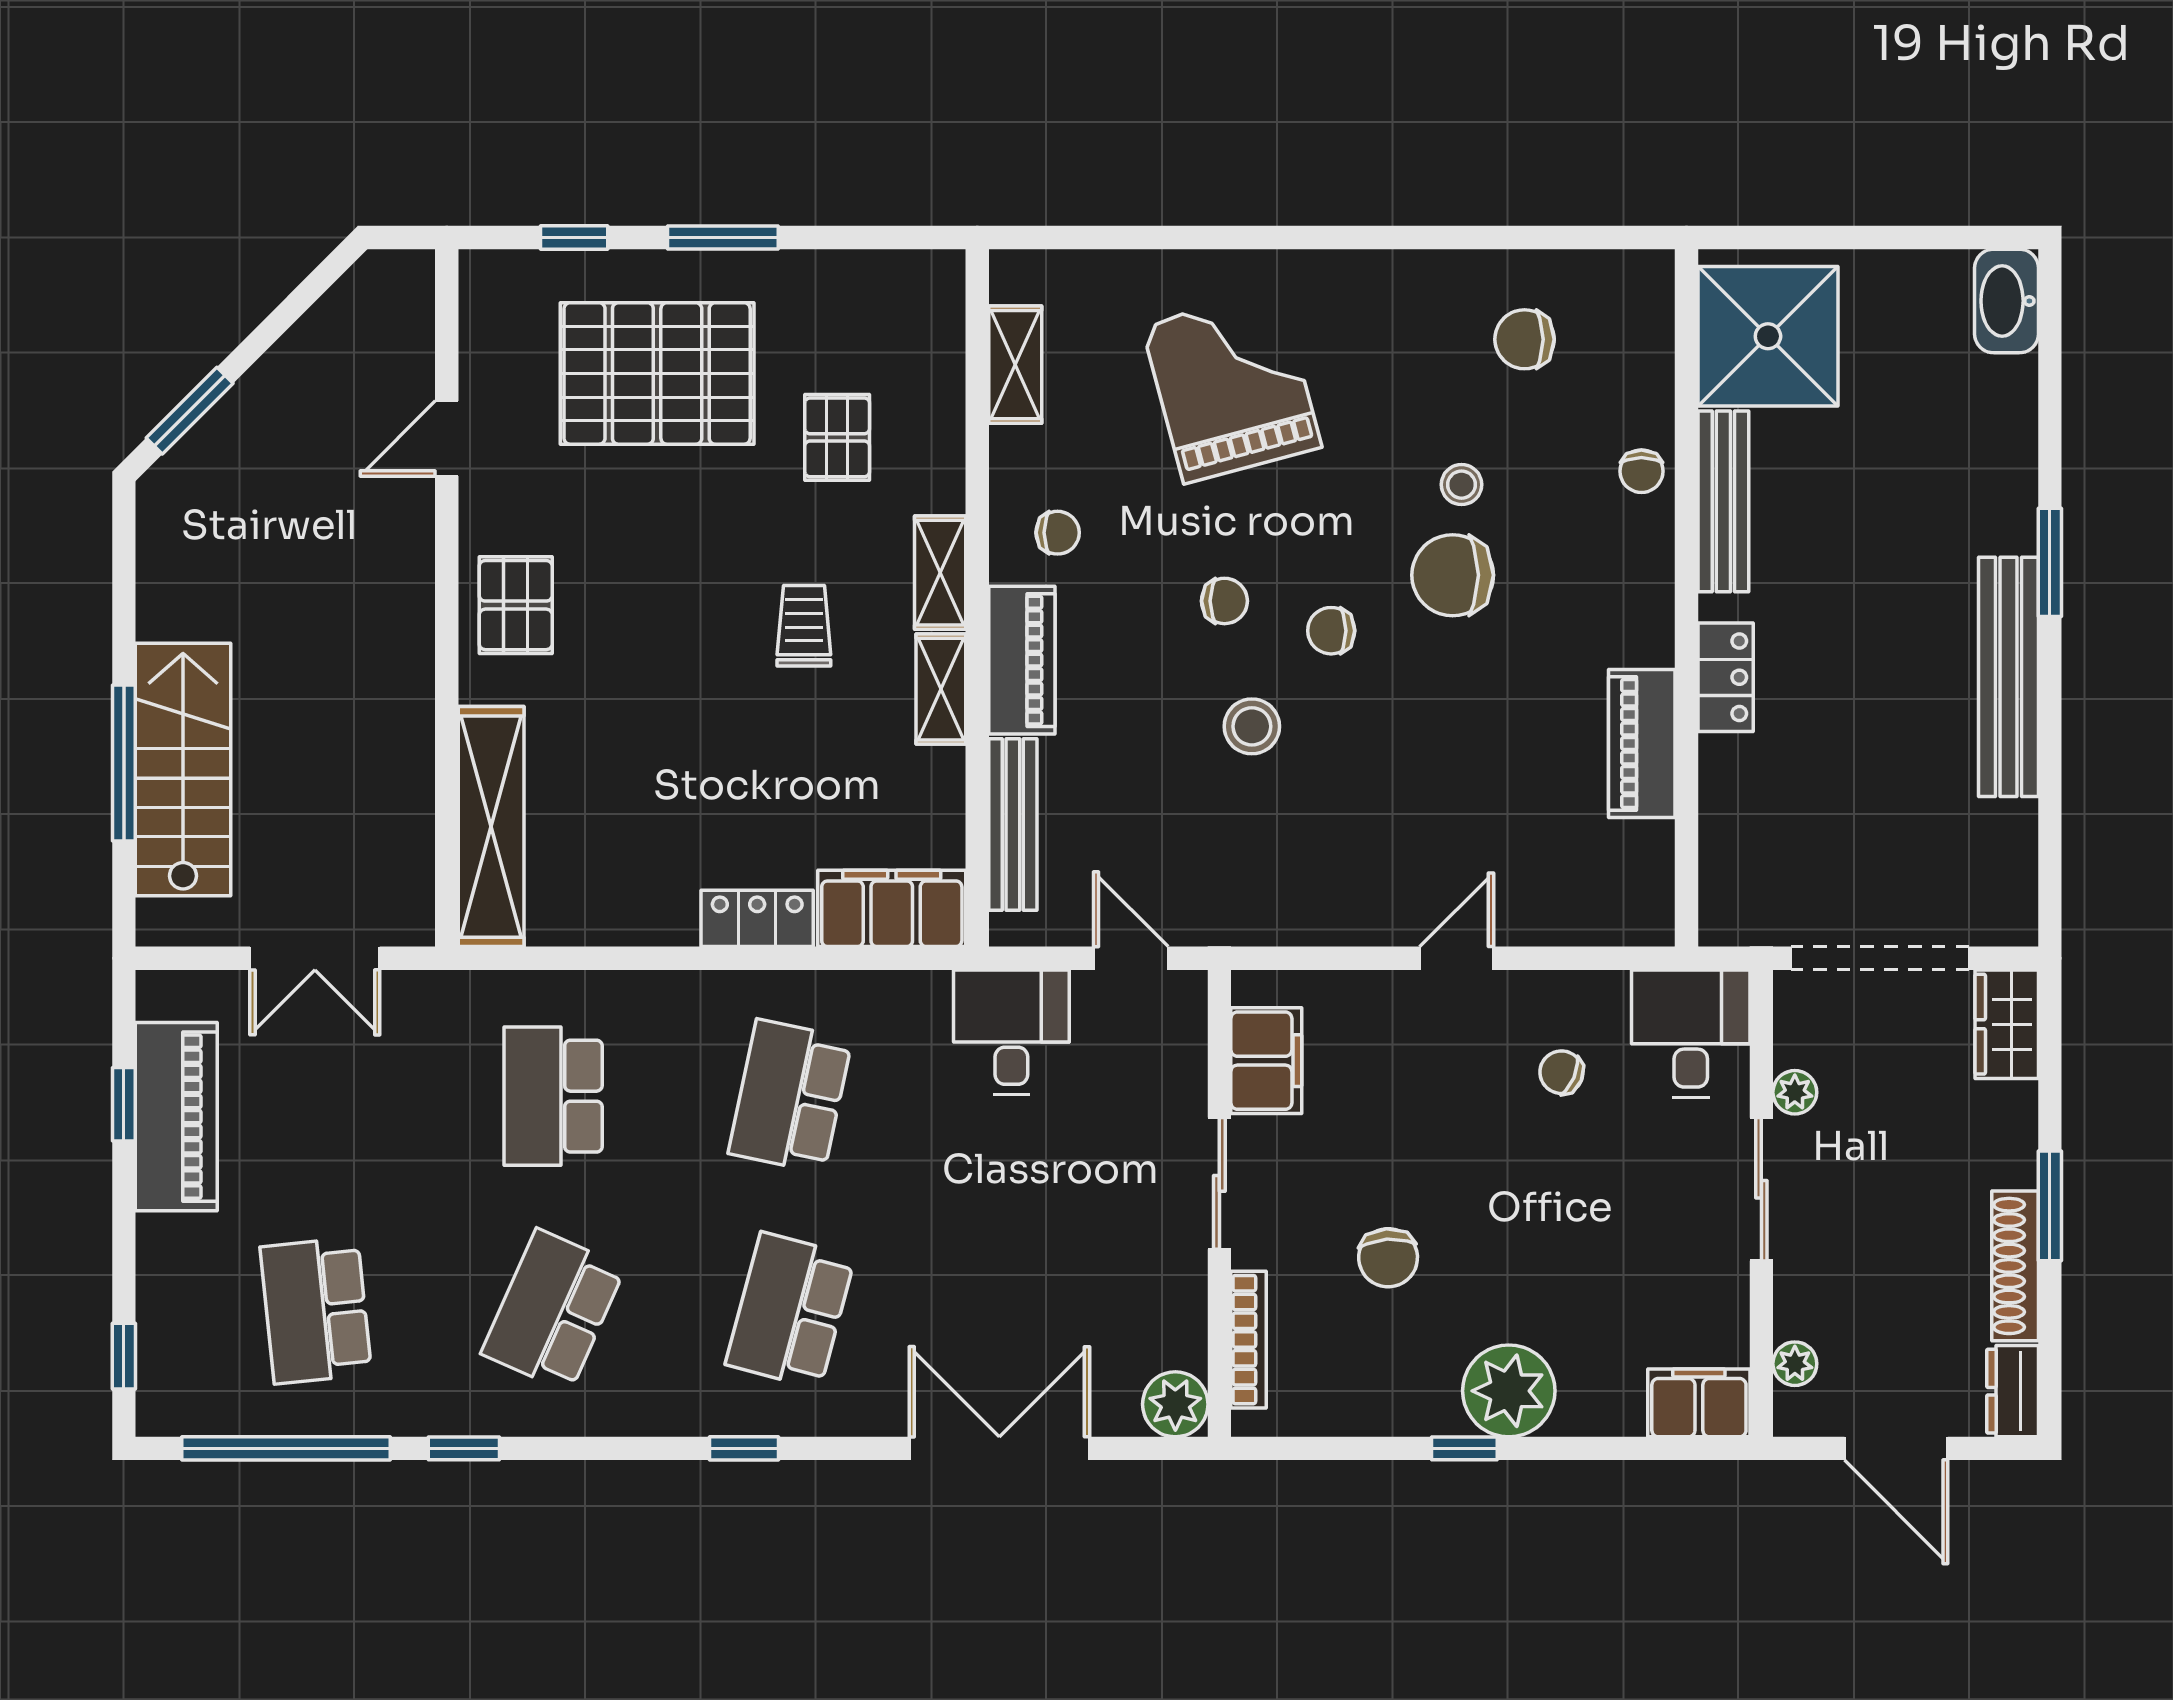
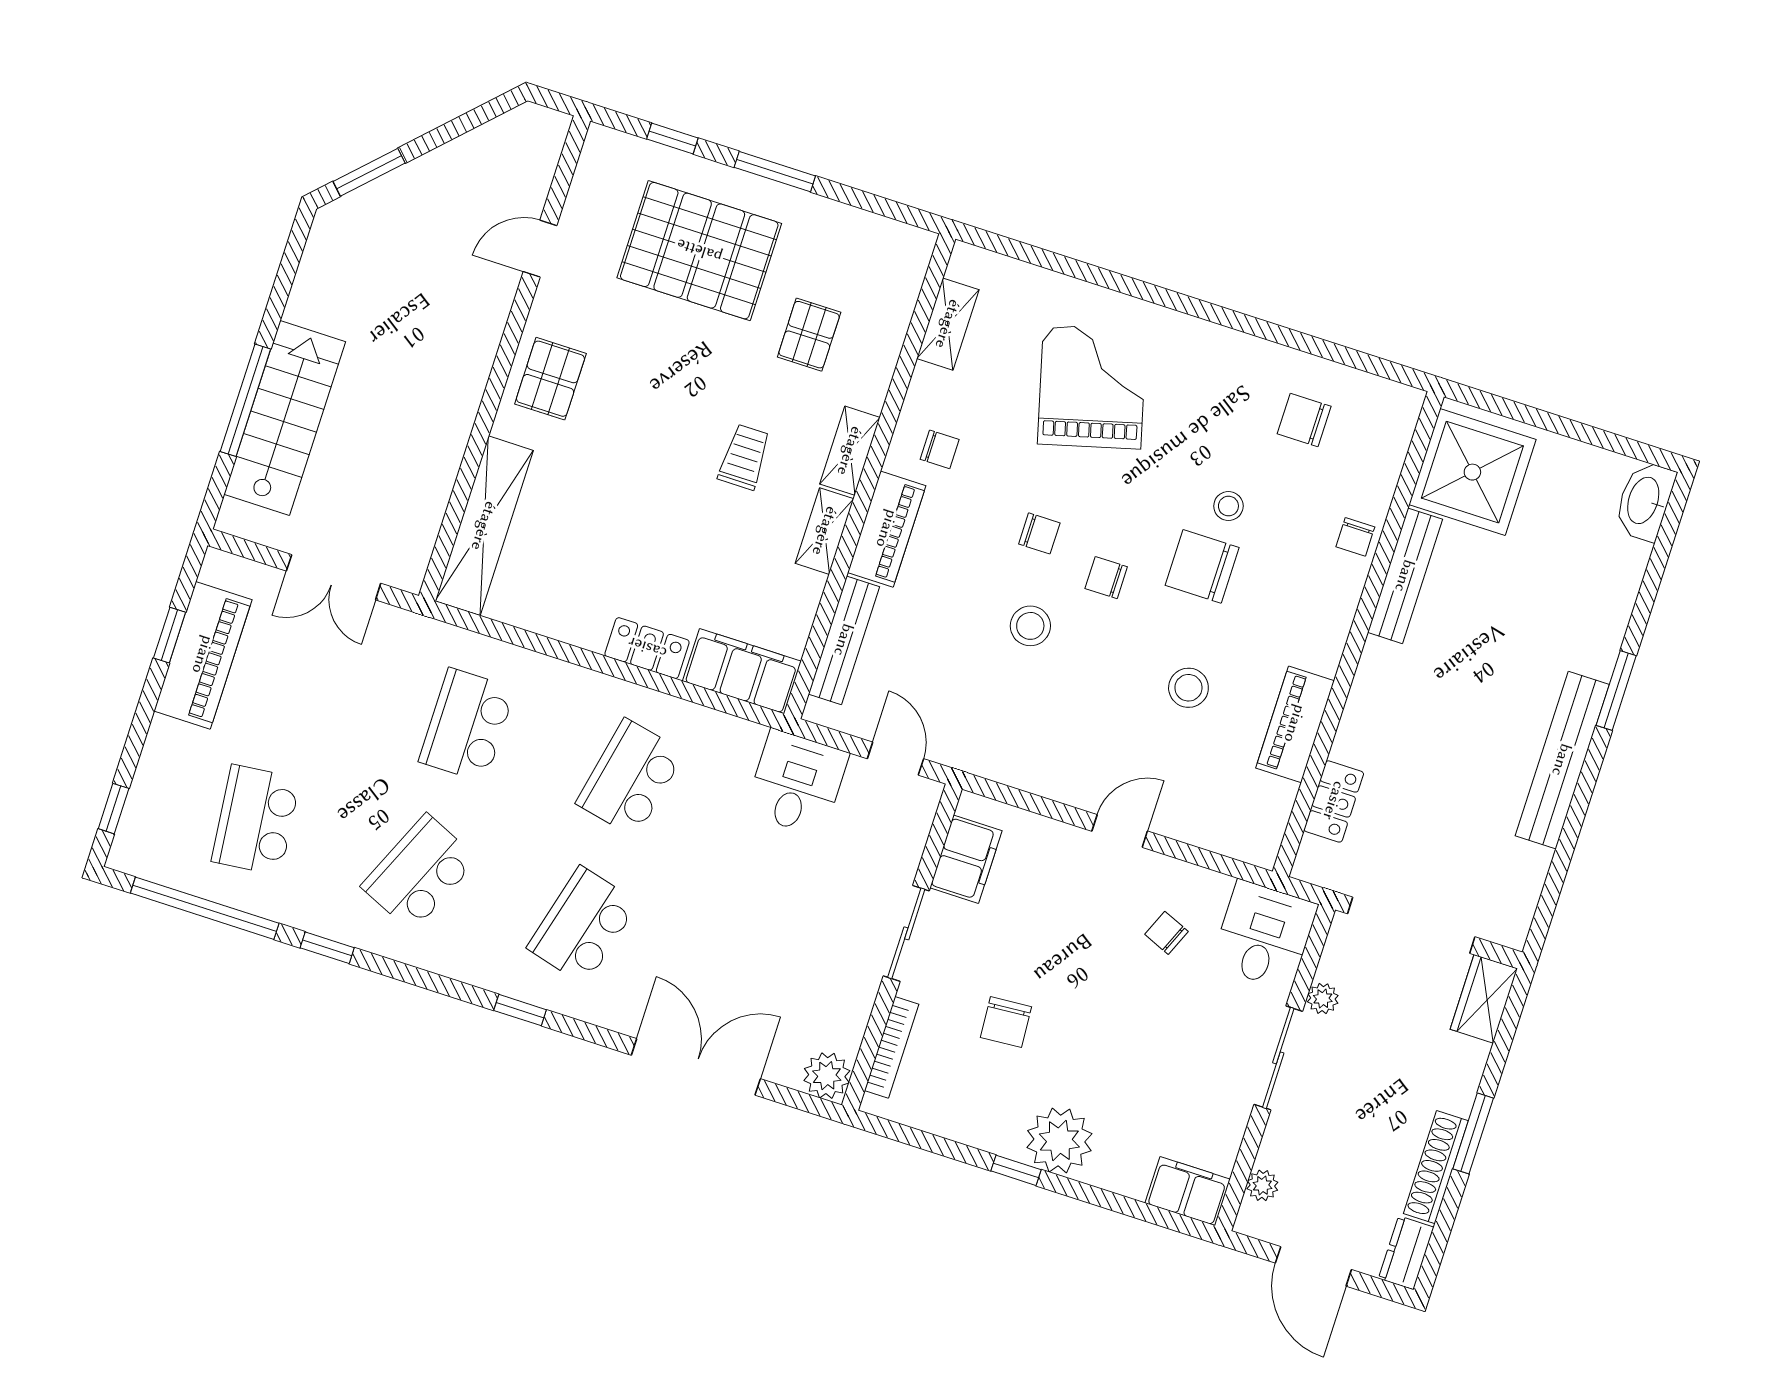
locker: (1726, 677) -> (1334, 801), moved
stool: (1486, 741) -> (1188, 688), added

